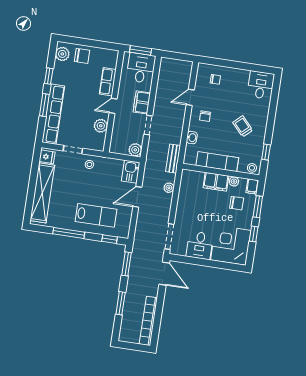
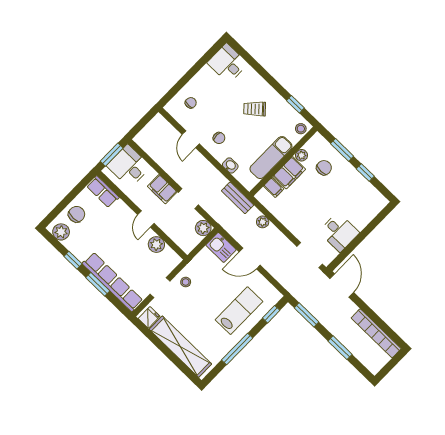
row of seats: (108, 82) -> (103, 192), moved
filing cabinet: (252, 186) -> (274, 187), moved
door: (137, 197) -> (250, 258), hinge flipped
corner desk: (231, 245) -> (360, 202), removed
door: (164, 274) -> (342, 285), hinge flipped

